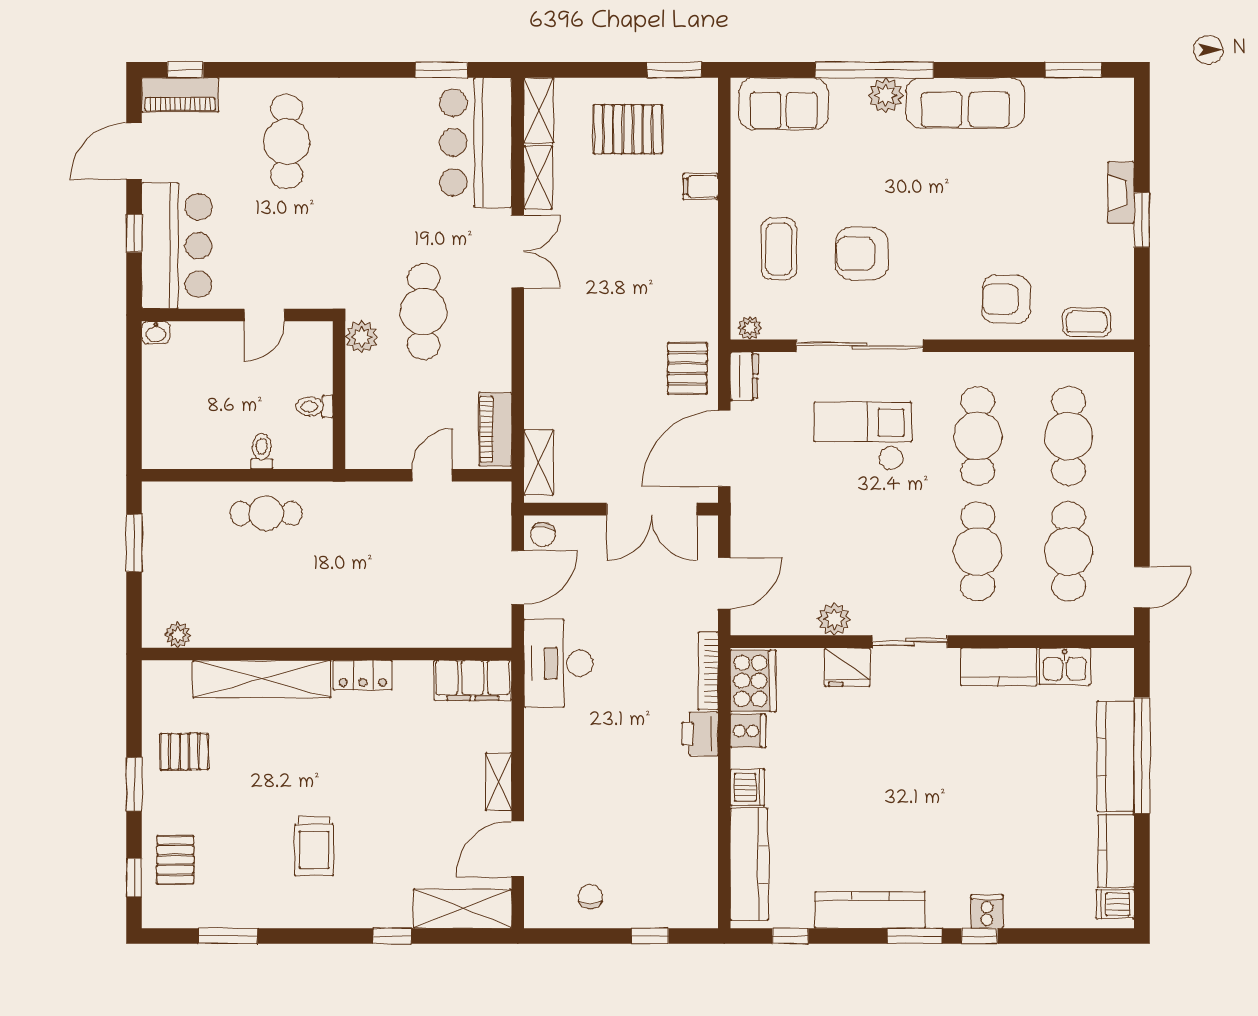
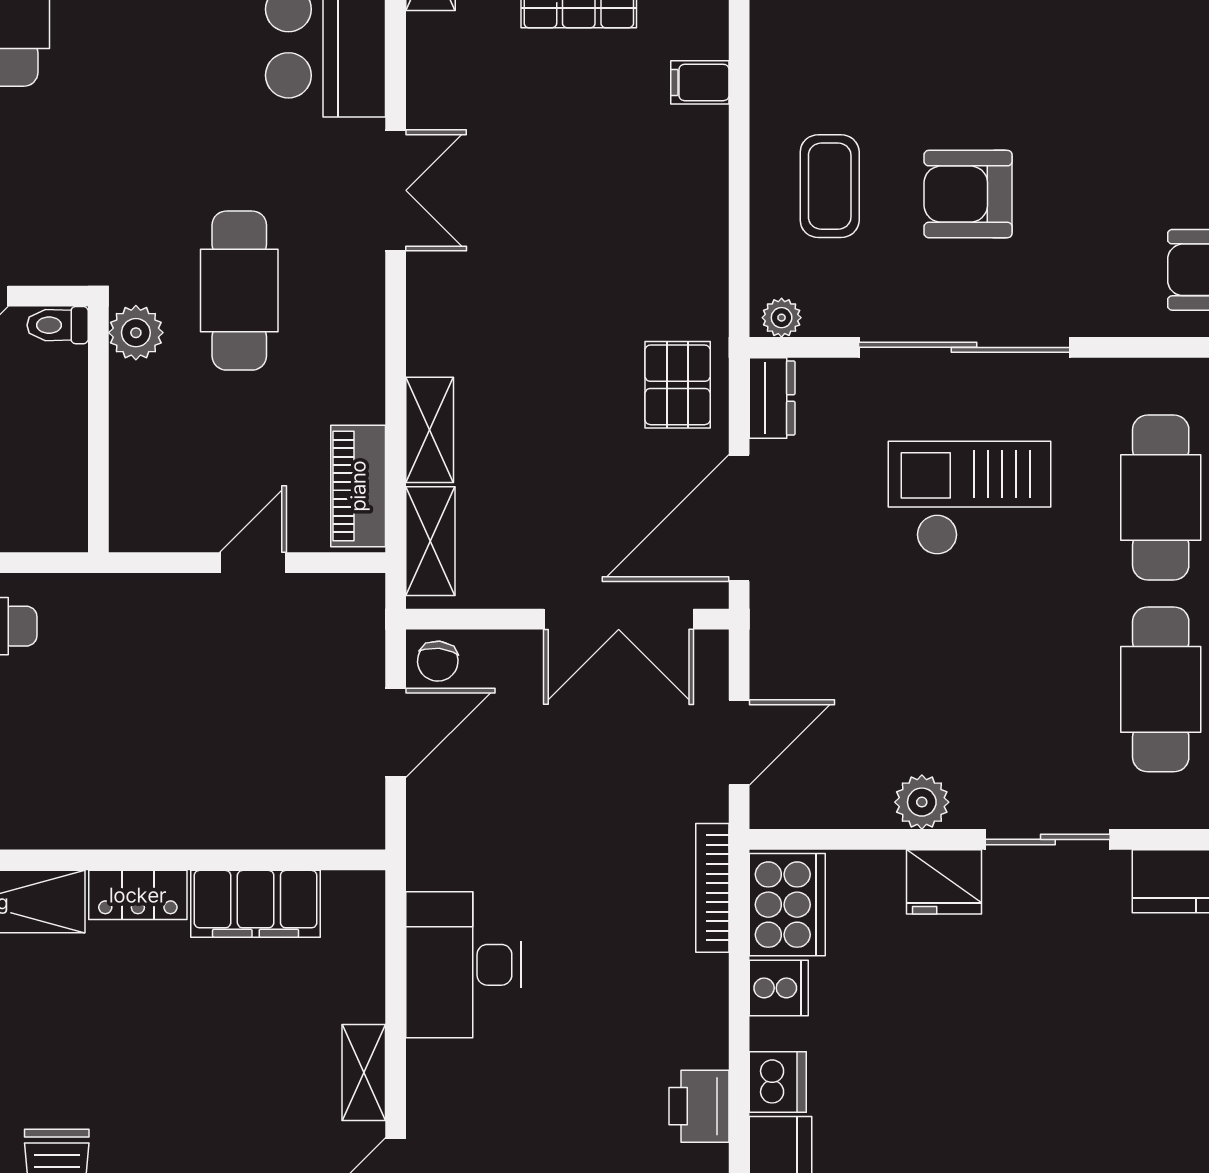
shelving: (538, 177) -> (430, 430), moved
toilet: (314, 406) -> (58, 325), moved
desk: (558, 663) -> (463, 965), moved
filing cabinet: (473, 680) -> (256, 904), moved
printer: (700, 734) -> (699, 1106), moved

